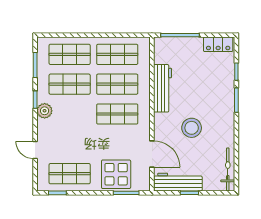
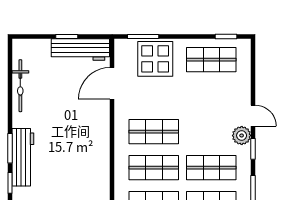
workbench: (163, 88) -> (23, 157), moved, turned 180
stool: (192, 128) -> (64, 115), removed
door: (35, 150) -> (253, 116), moved
door: (152, 154) -> (112, 83), hinge flipped
bicycle: (228, 169) -> (20, 86), moved

